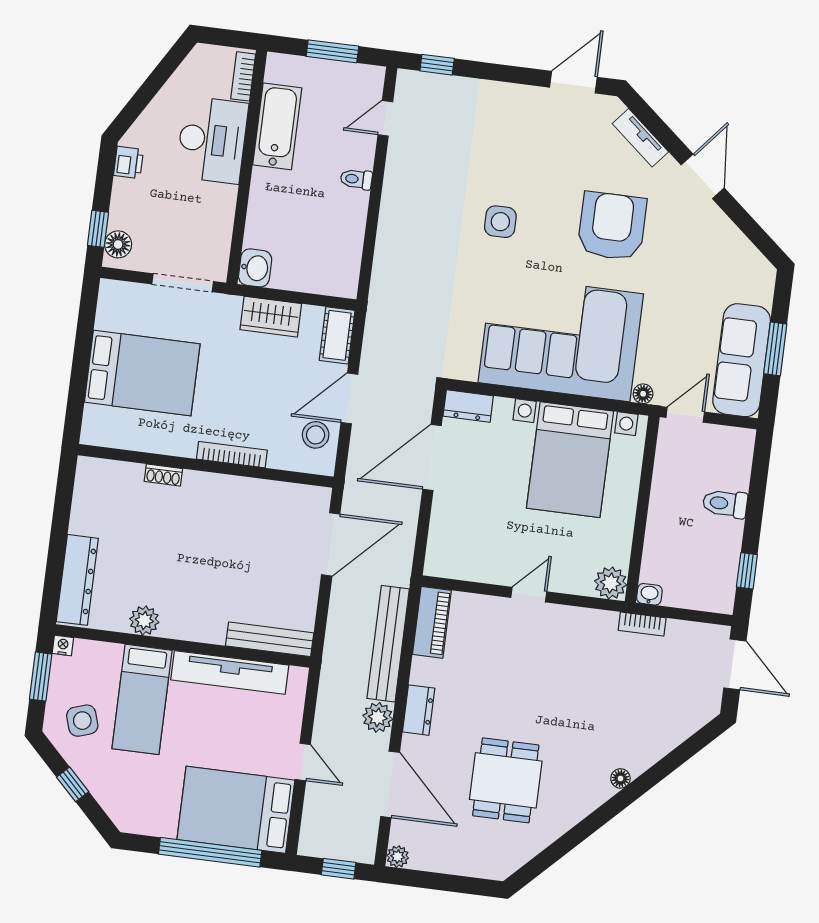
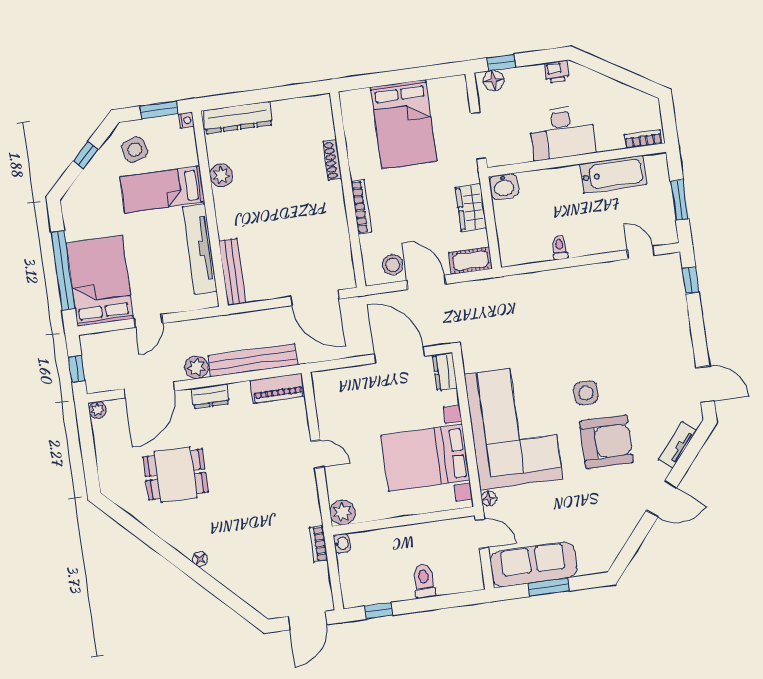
desk: (212, 140) -> (562, 133), moved
toilet: (356, 179) -> (560, 248), moved
side table: (500, 222) -> (586, 393), moved
shoe rack: (163, 475) -> (332, 160), width x1.43

